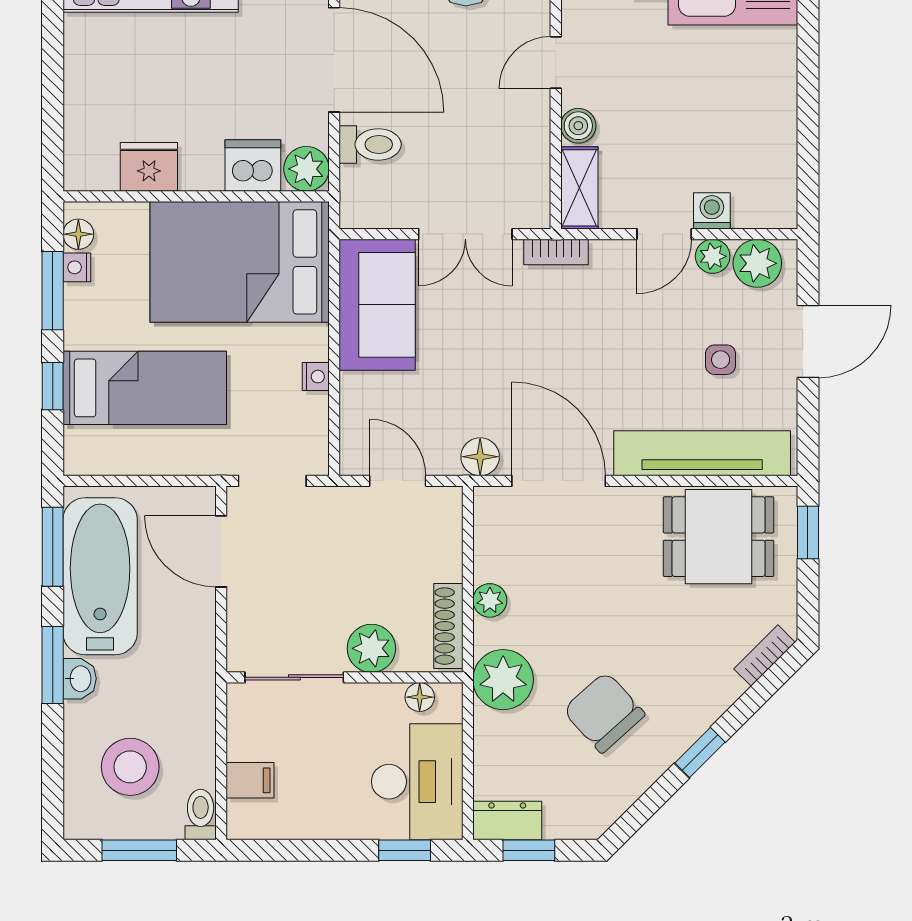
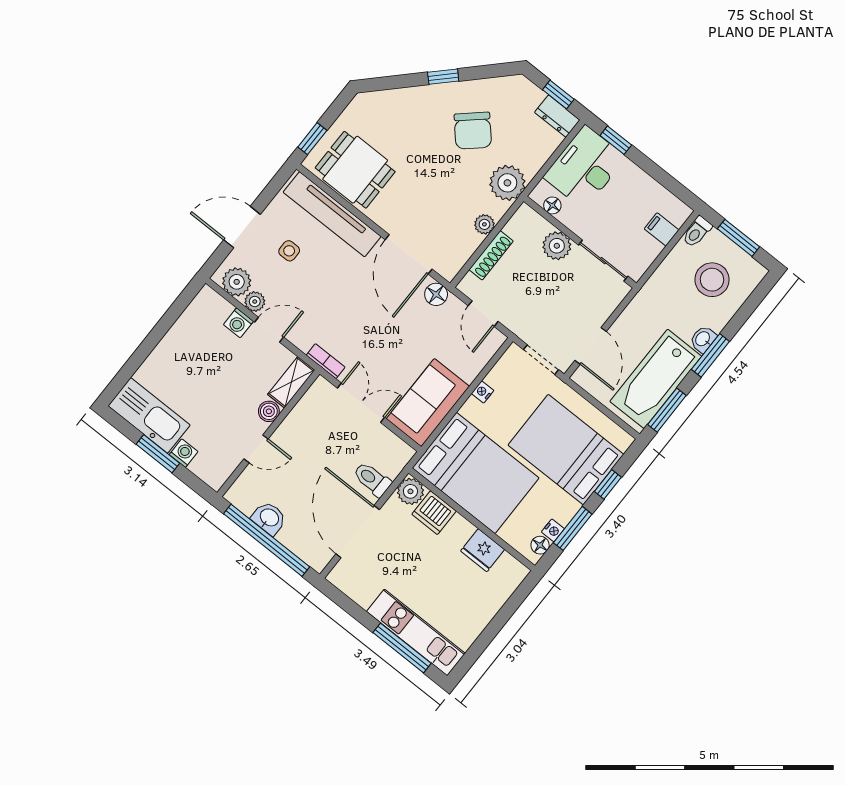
bed: (145, 388) -> (566, 450), width x1.50
shoe rack: (448, 626) -> (491, 255), moved
bookcase: (765, 656) -> (378, 98), removed

